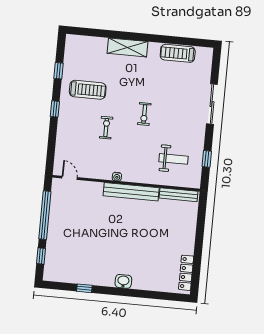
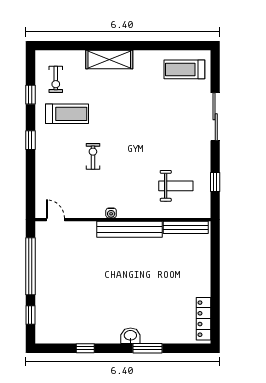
treadmill: (178, 53) -> (184, 69), moved
exercise bike: (144, 114) -> (56, 79), moved
window: (137, 293) -> (148, 348), added

